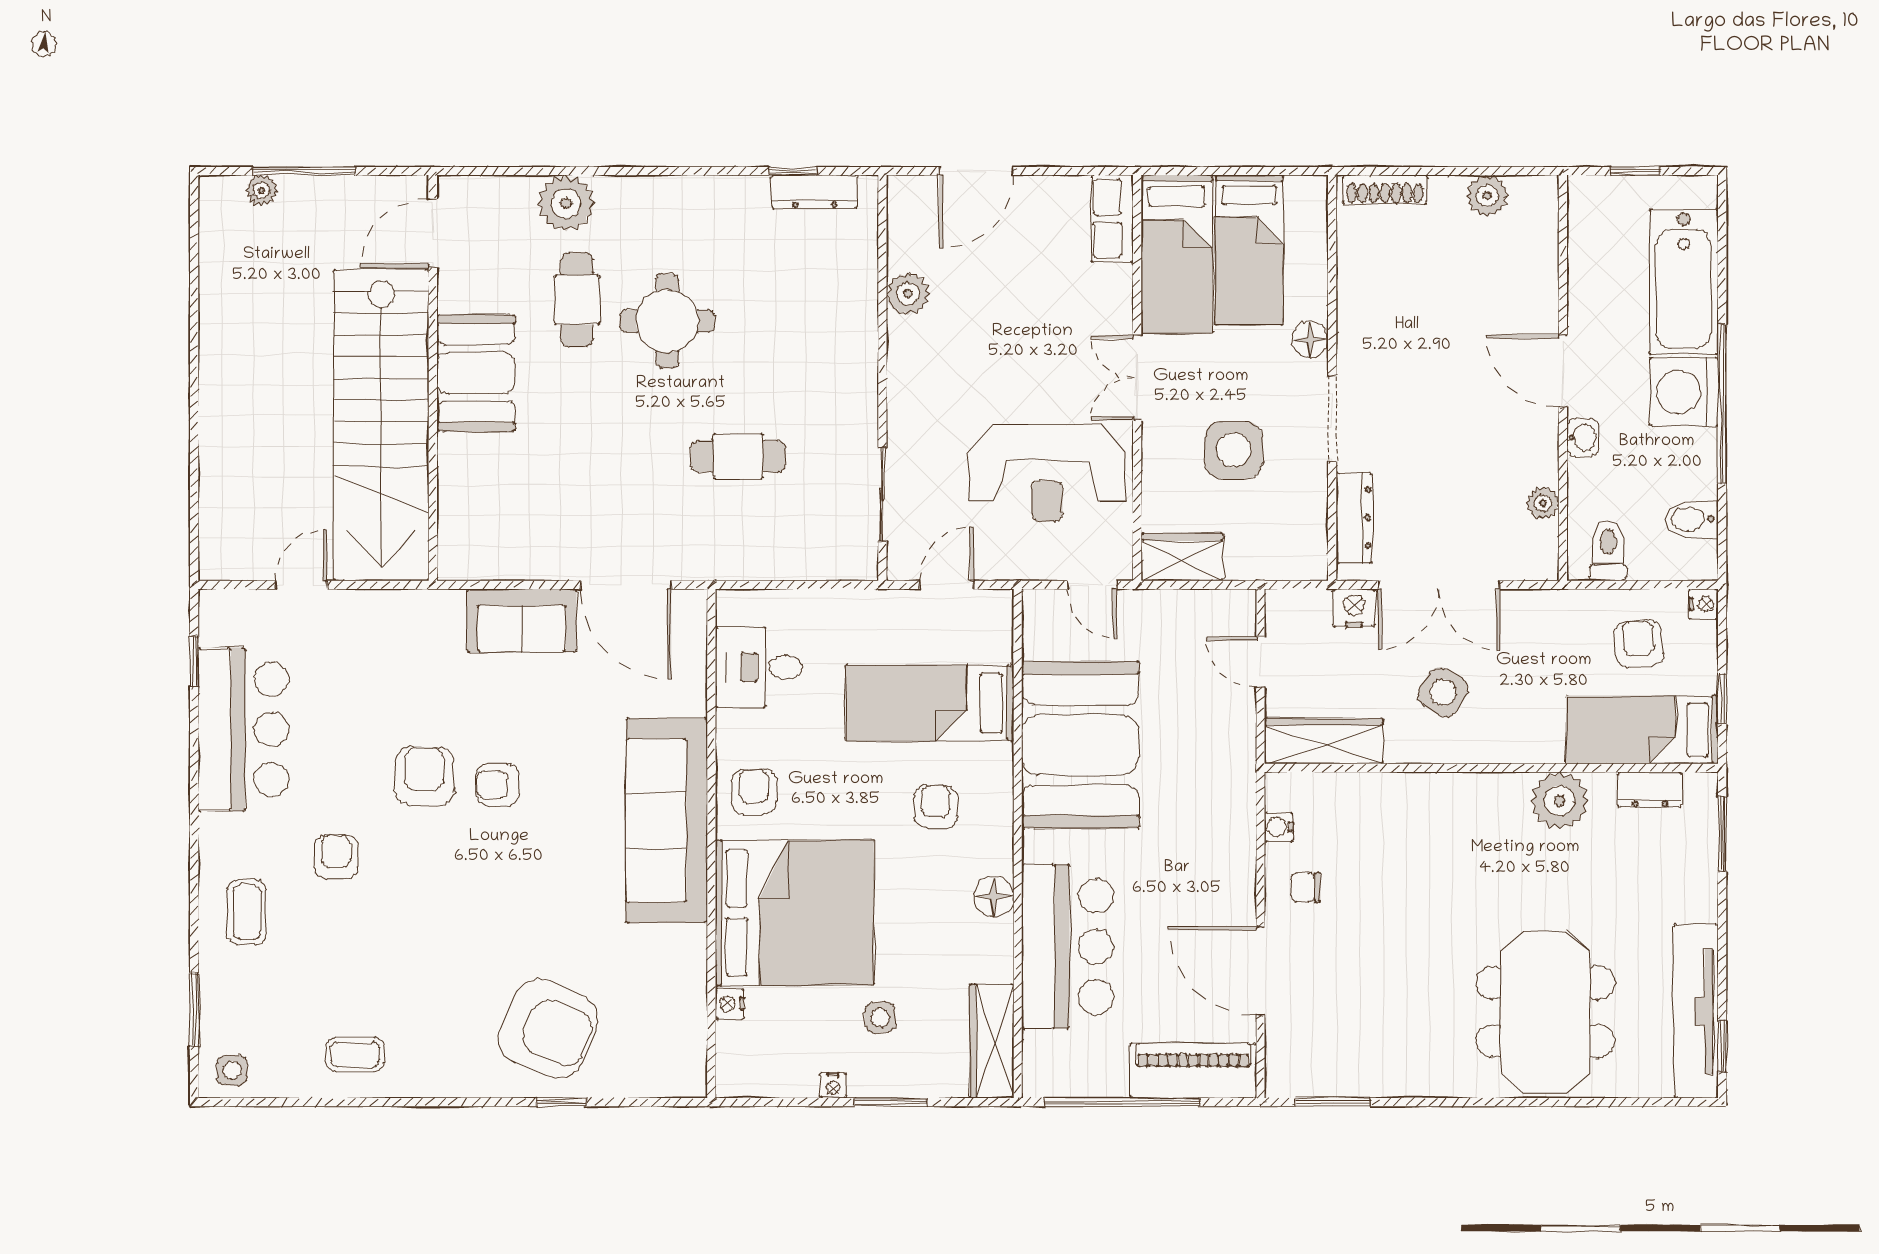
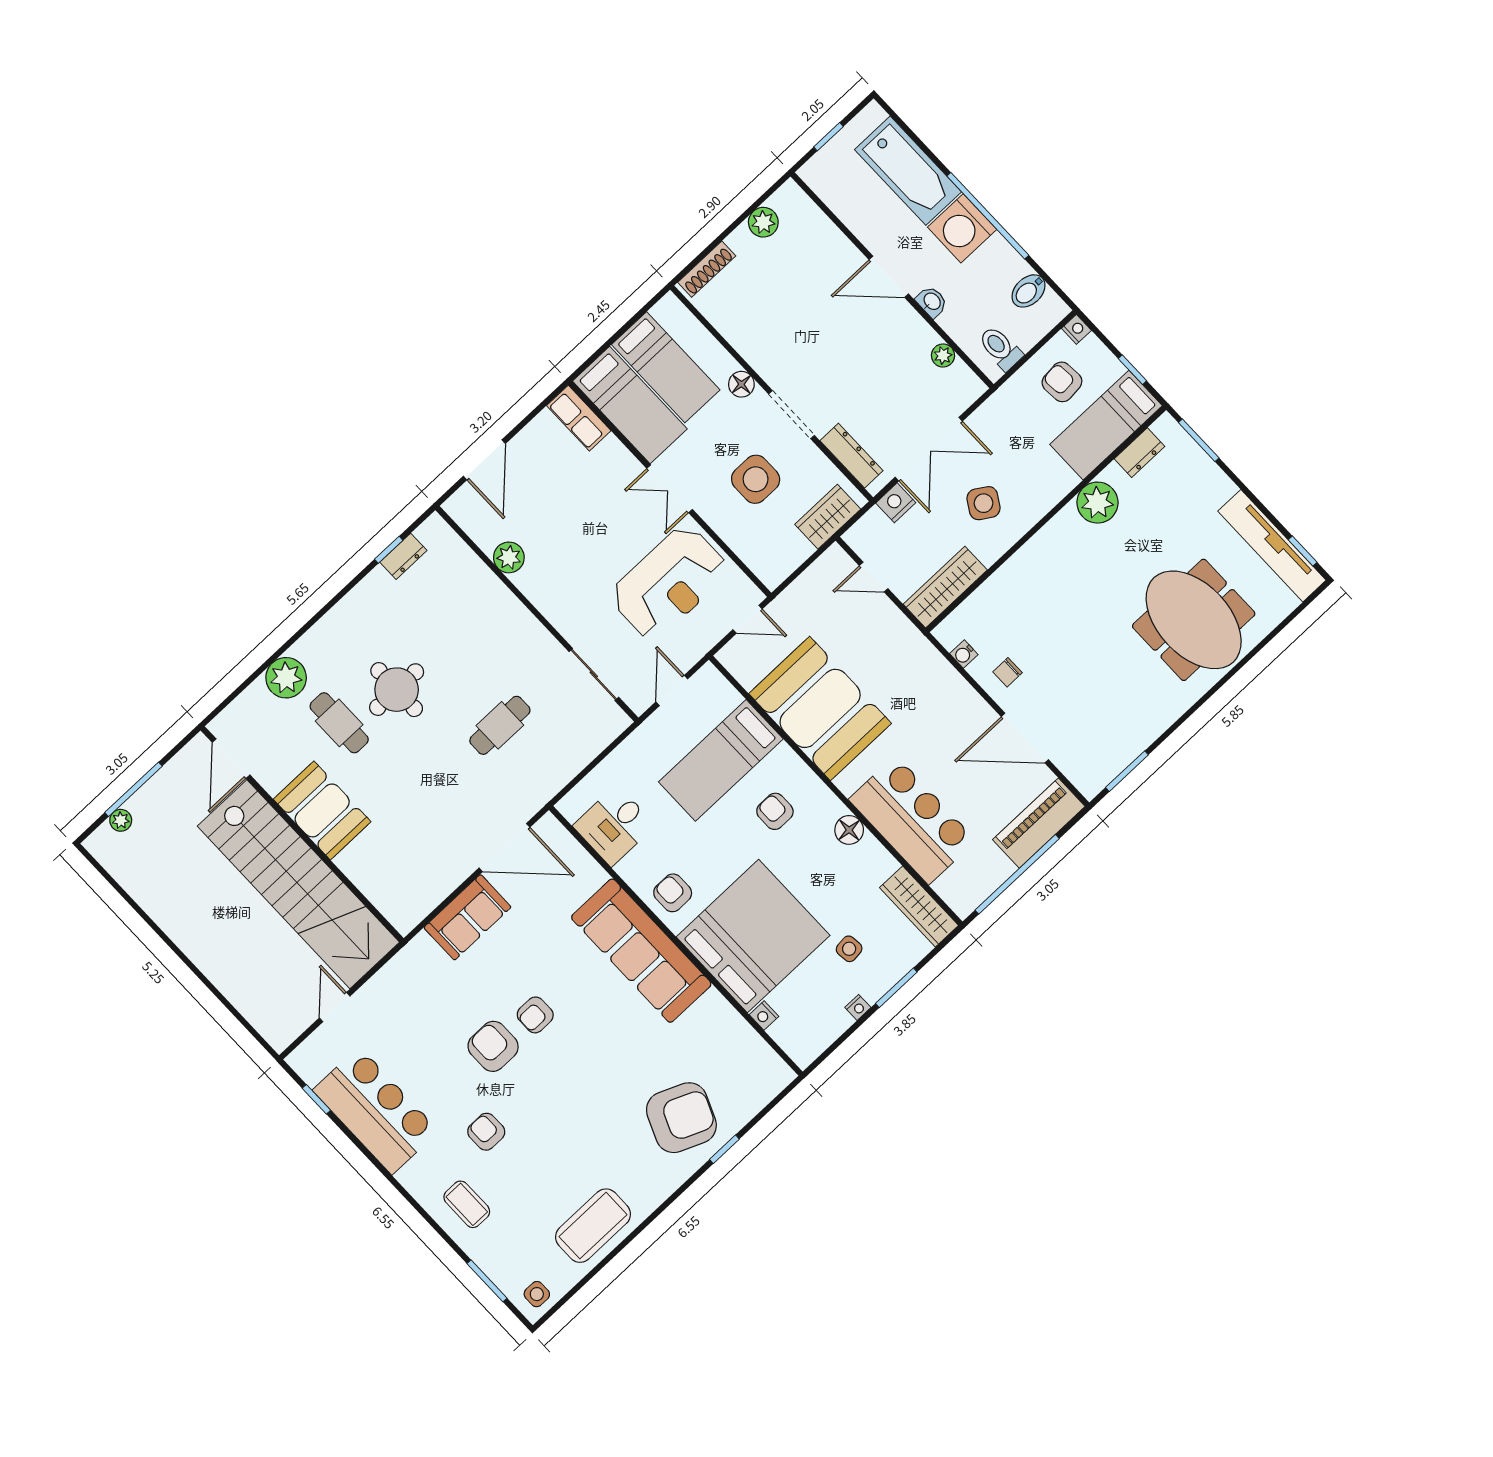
dresser: (815, 192) -> (403, 556), width x0.70
wardrobe: (1182, 557) -> (828, 517), moved
coffee table: (355, 1054) -> (593, 1226), width x1.86, depth x1.72

